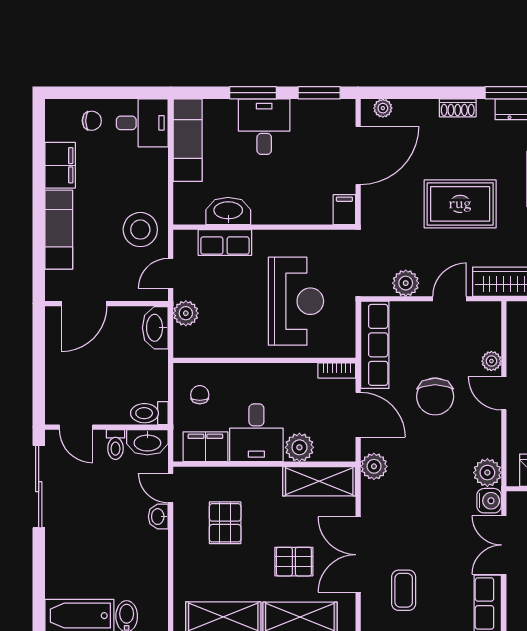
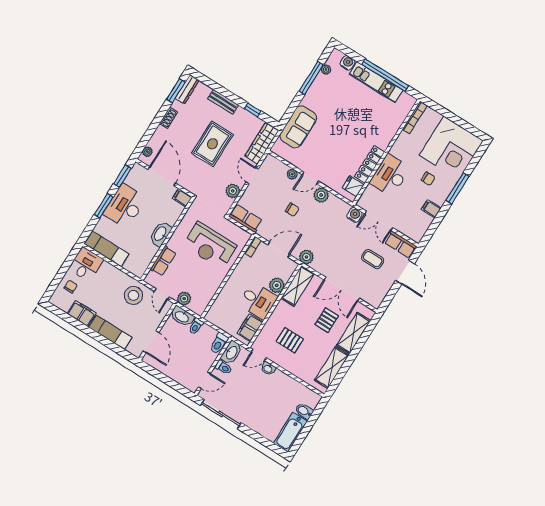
desk: (264, 127) -> (125, 206), width x1.37
washbasin: (228, 211) -> (160, 234), moved
reception desk: (296, 301) -> (210, 246), turned 180
row of seats: (375, 345) -> (245, 218), width x0.68
toilet: (154, 360) -> (196, 326), added
chair: (200, 395) -> (225, 315), removed
chair: (435, 396) -> (292, 210), width x0.54, depth x0.54
plant: (487, 473) -> (321, 195), moved
coffee table: (404, 590) -> (373, 259), moved

